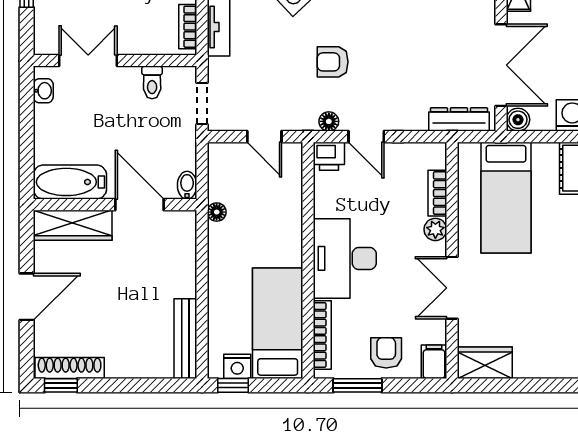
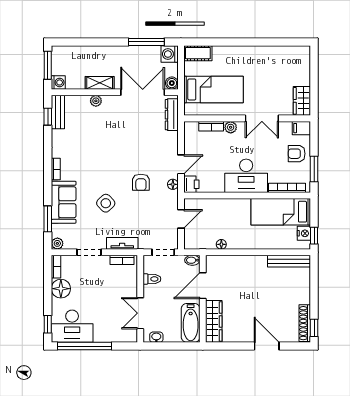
bathtub: (70, 182) -> (191, 323), moved
bidet: (187, 185) -> (192, 260), moved
wall: (115, 205) -> (203, 299), moved
door: (139, 205) -> (203, 286), moved
wardrobe: (73, 225) -> (214, 321), moved

